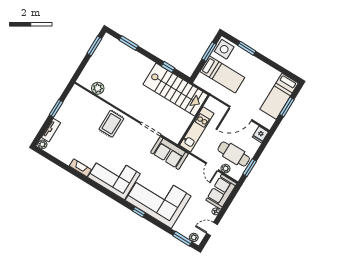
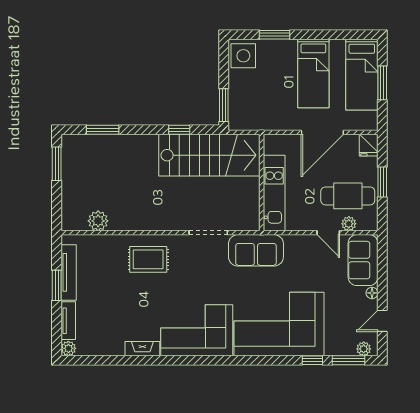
window: (209, 52) -> (224, 105), moved
bed: (222, 74) -> (313, 73), moved, turned 90
tv unit: (66, 105) -> (69, 272), added
rug: (111, 124) -> (148, 259), turned 90
window: (250, 168) -> (382, 182), moved
window: (139, 212) -> (312, 360), moved

